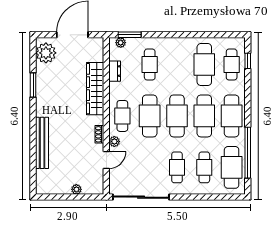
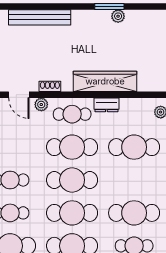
plant: (46, 53) -> (118, 16), moved, width x0.53, depth x0.53
cafe table: (150, 65) -> (134, 147), width x1.37, depth x1.35
dresser: (115, 71) -> (106, 105), moved

